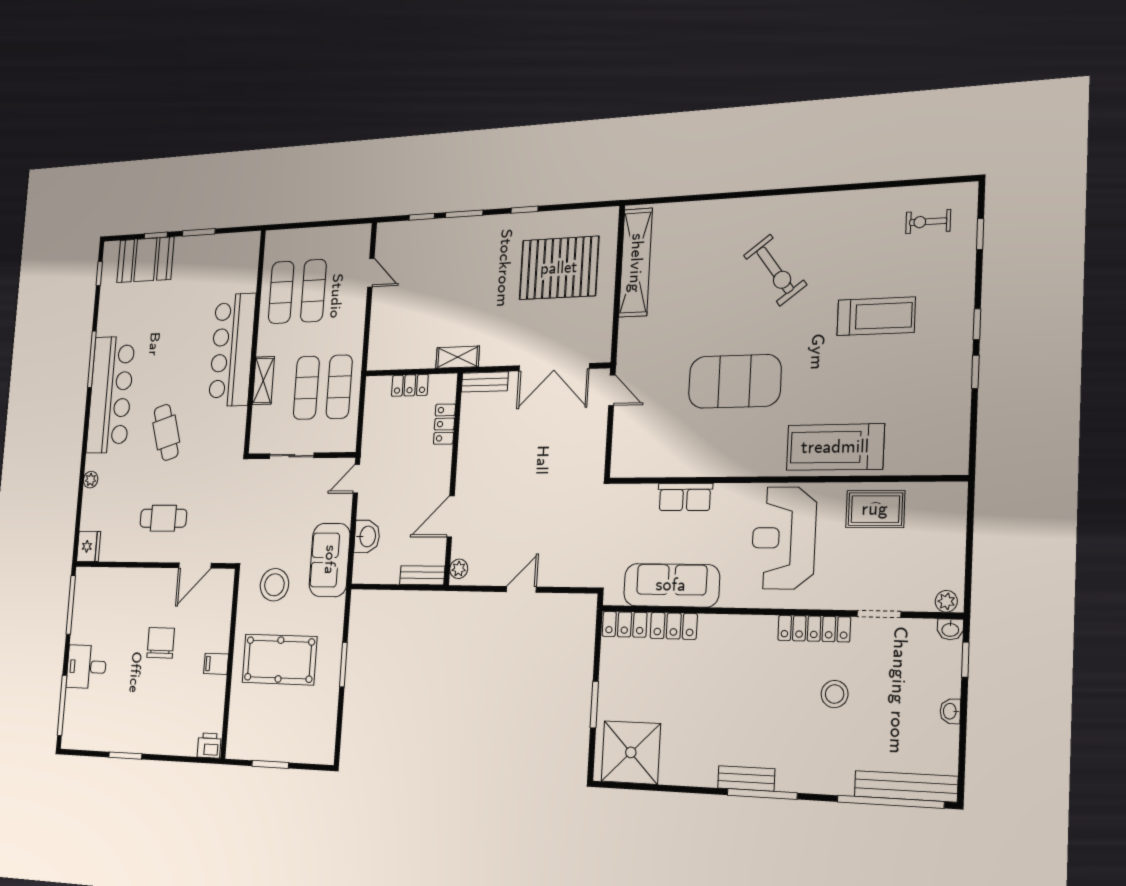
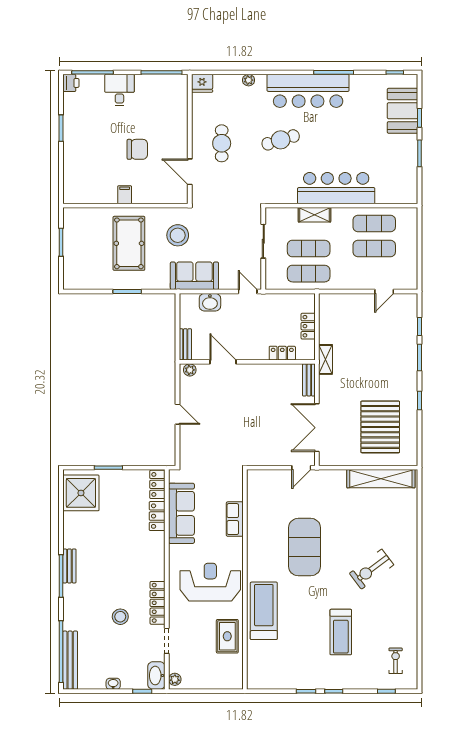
washbasin: (950, 629) -> (156, 676), width x1.91, depth x1.45
printer: (209, 746) -> (71, 83), moved

